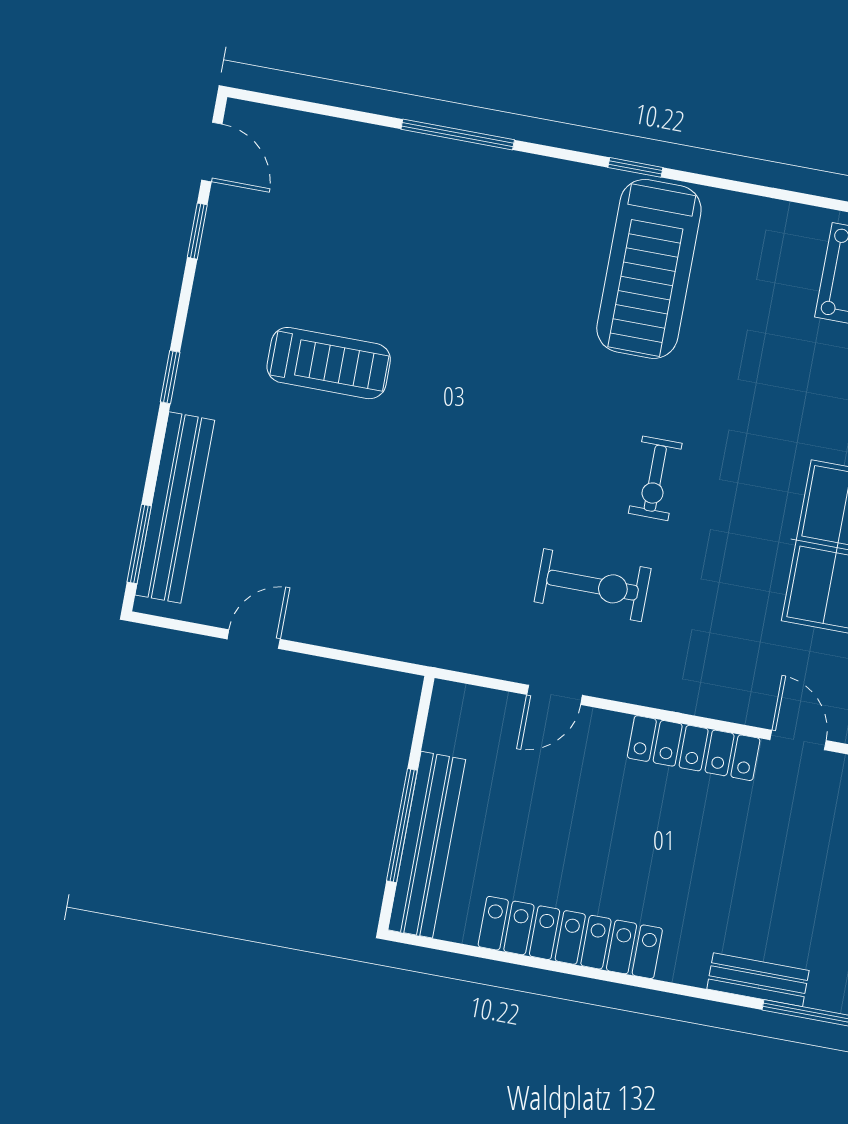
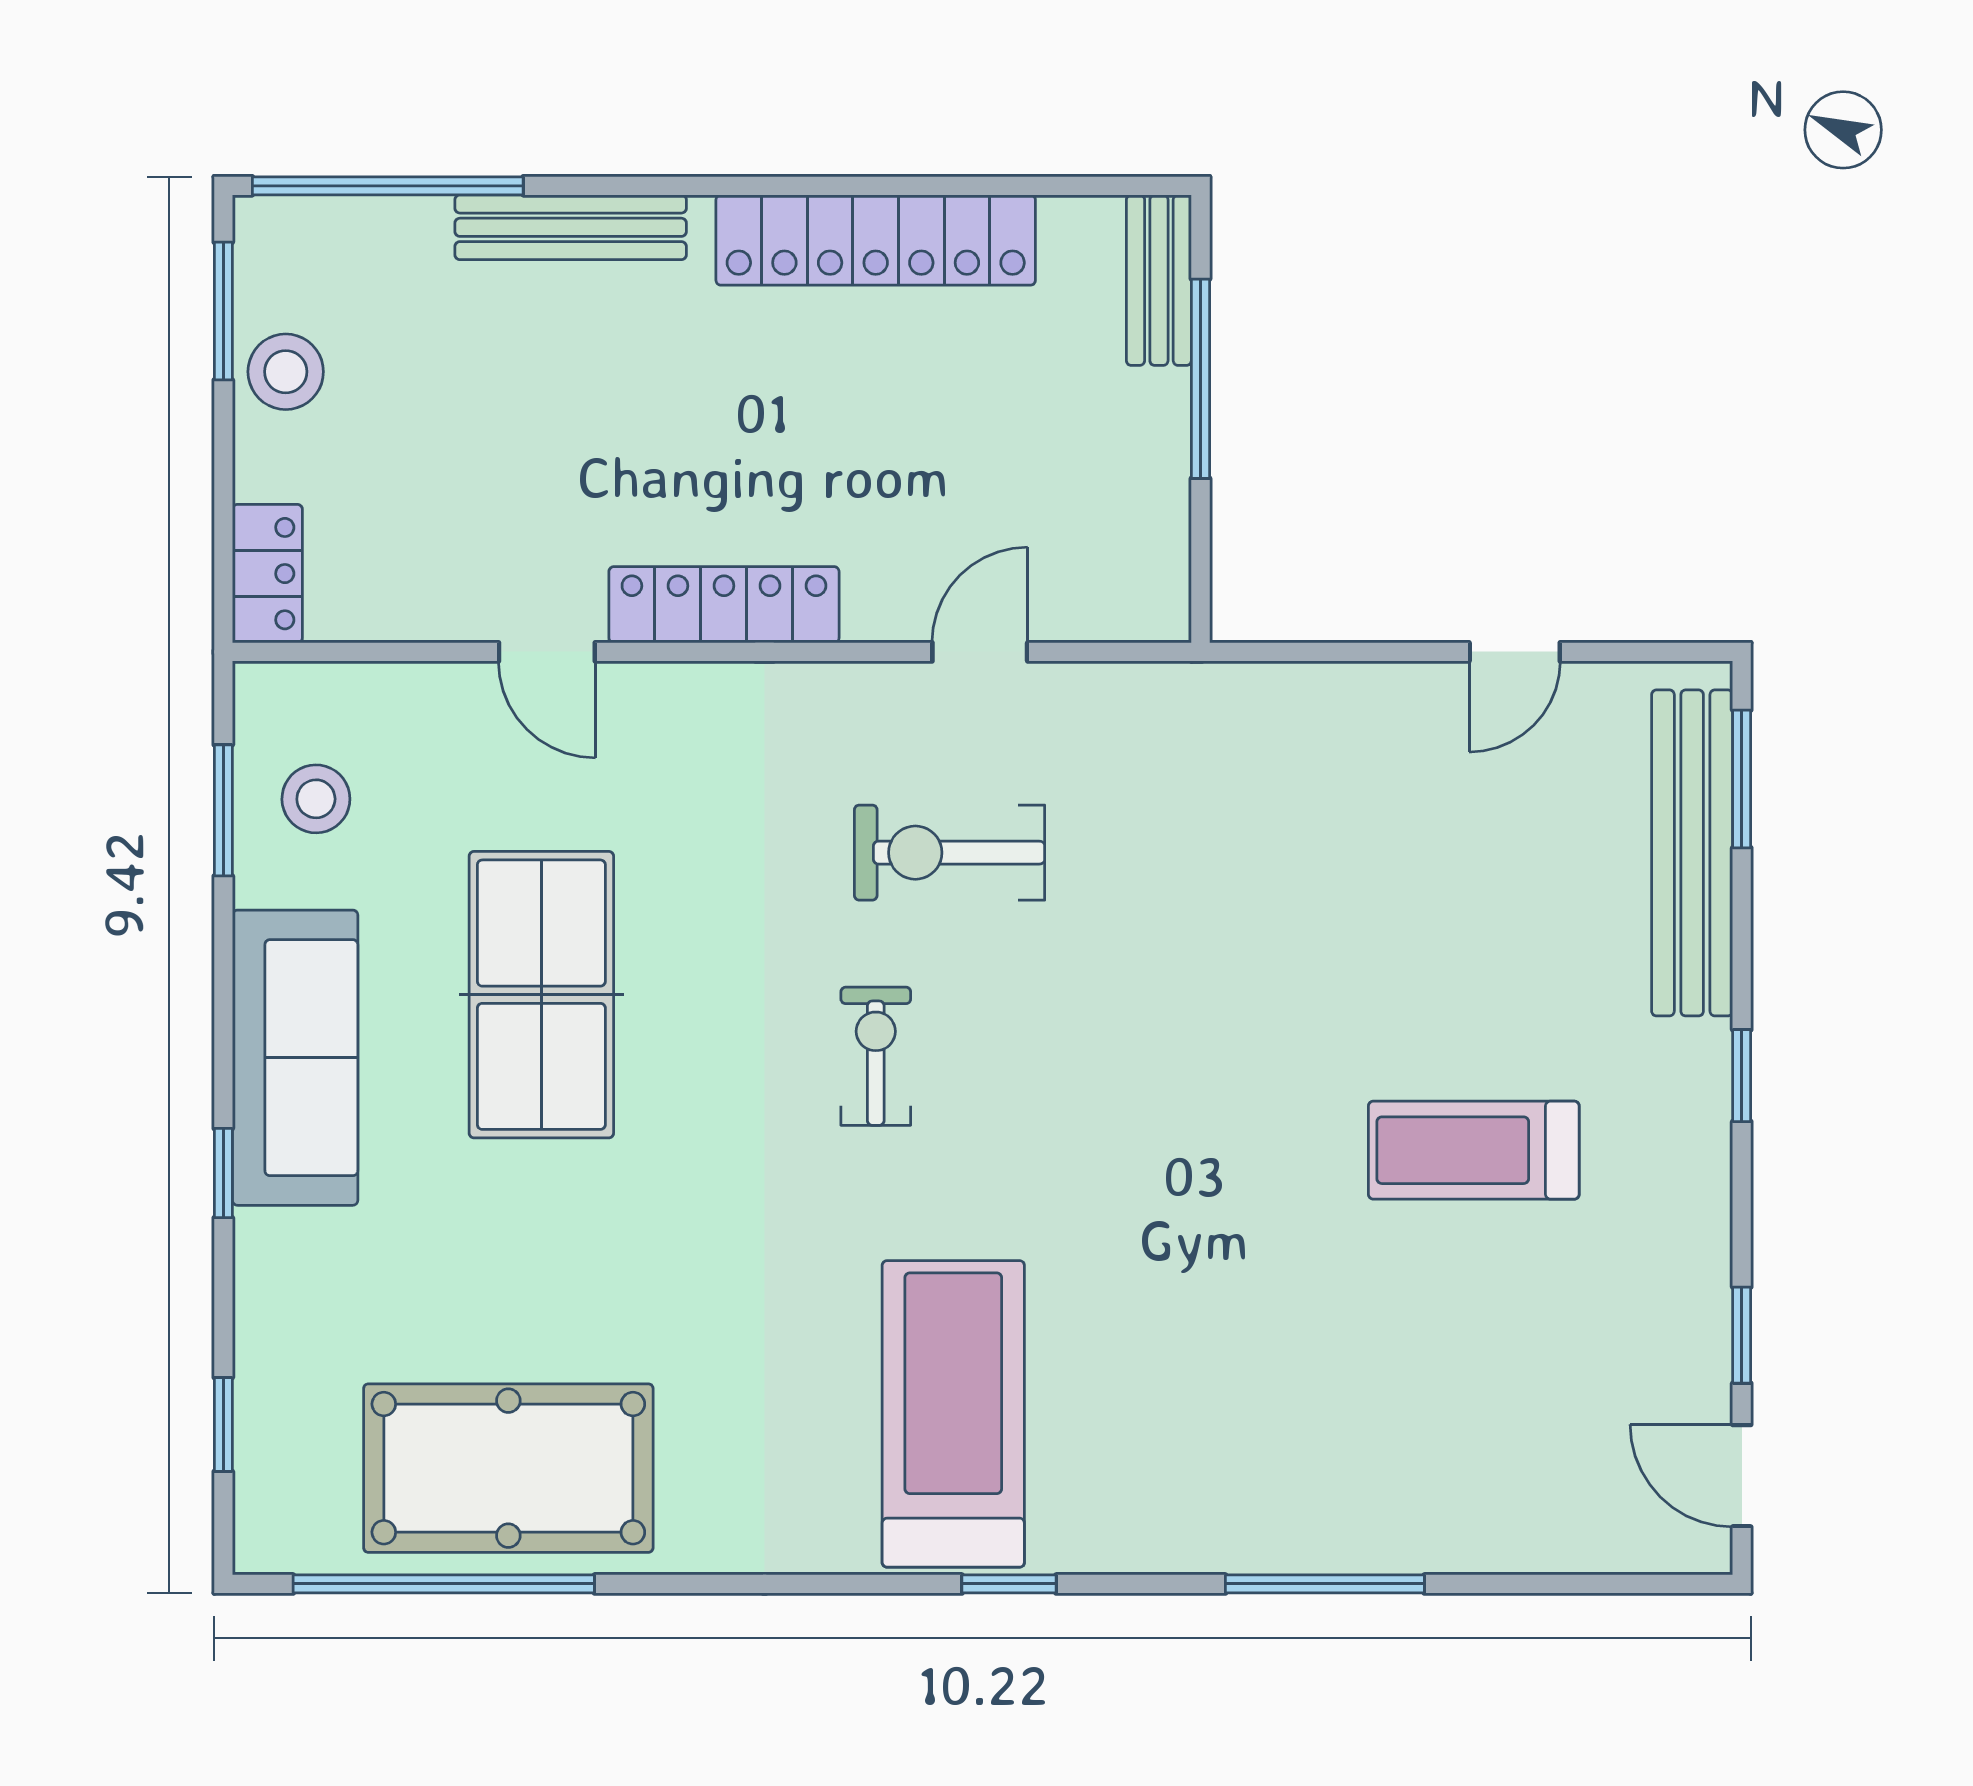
bench: (427, 845) -> (1159, 280), width x0.54, depth x0.82
bench: (758, 980) -> (571, 227), width x1.36

